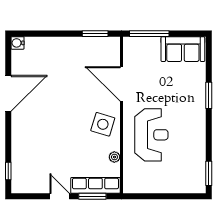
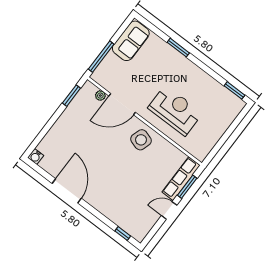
plant: (114, 157) -> (100, 96), moved

